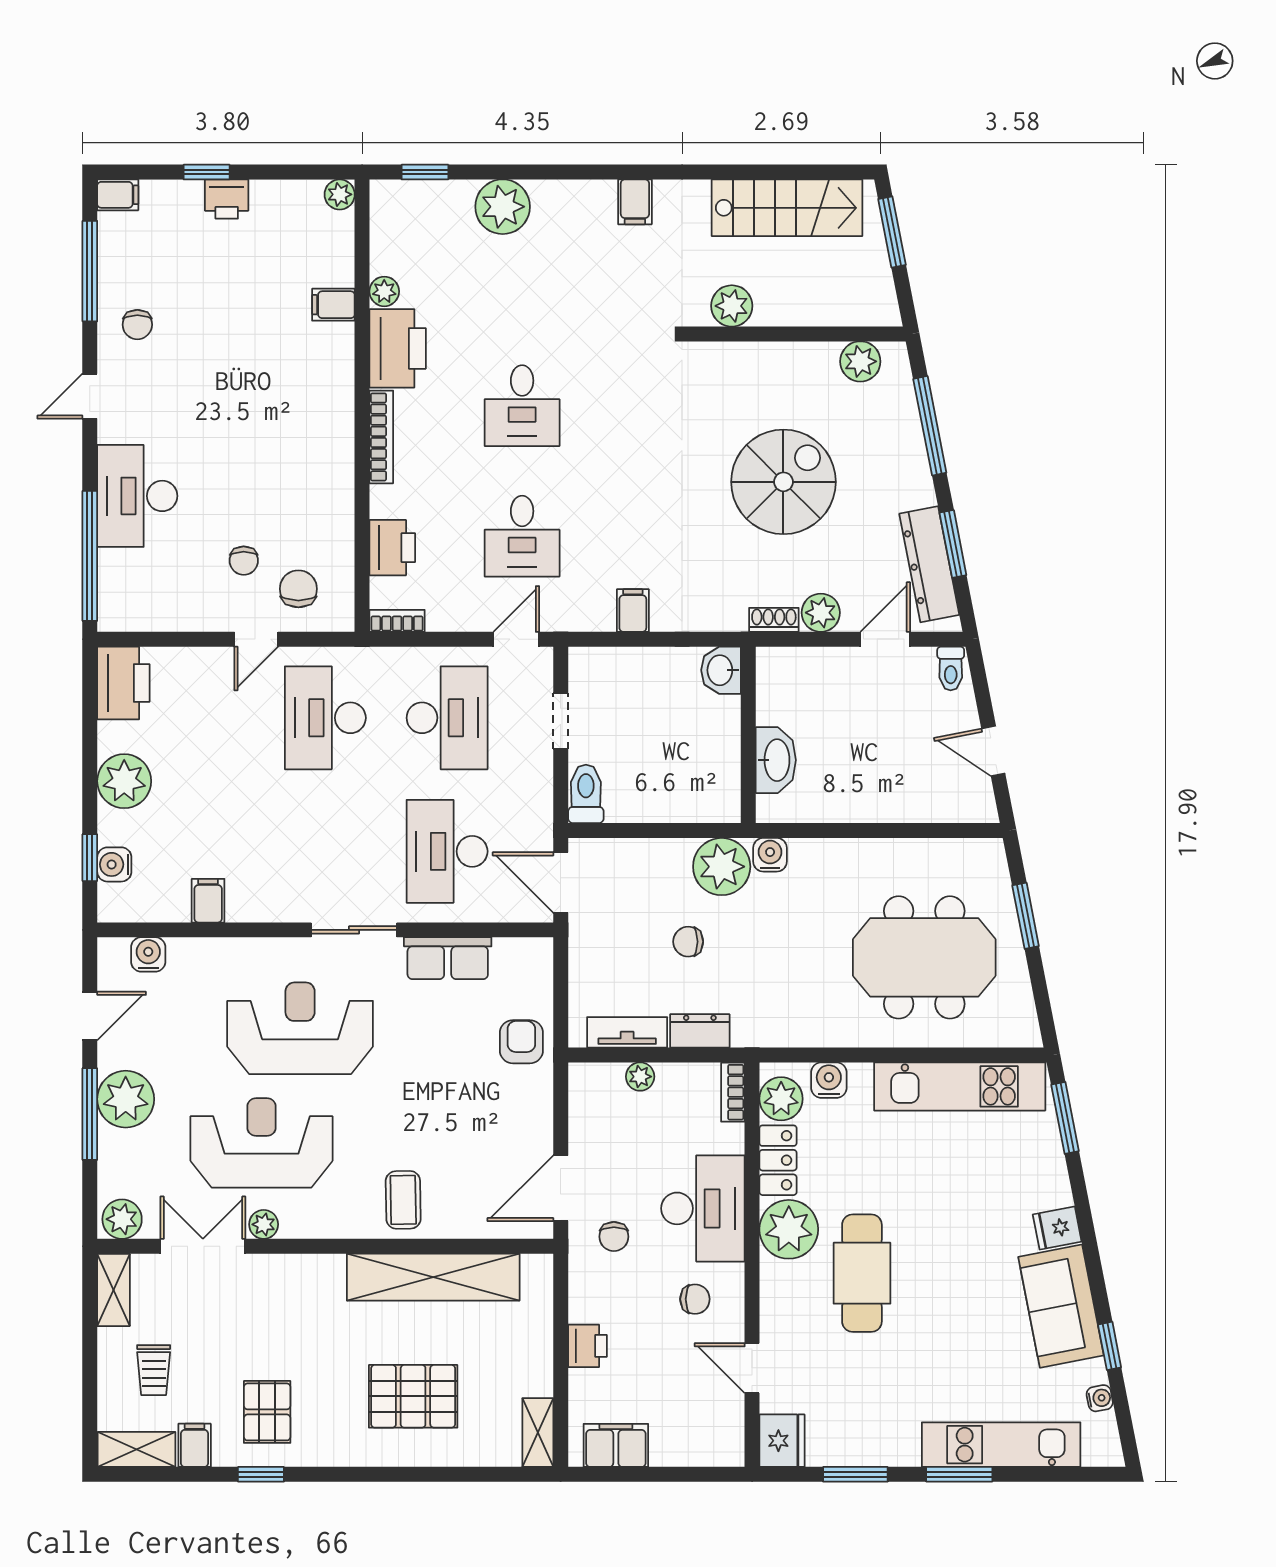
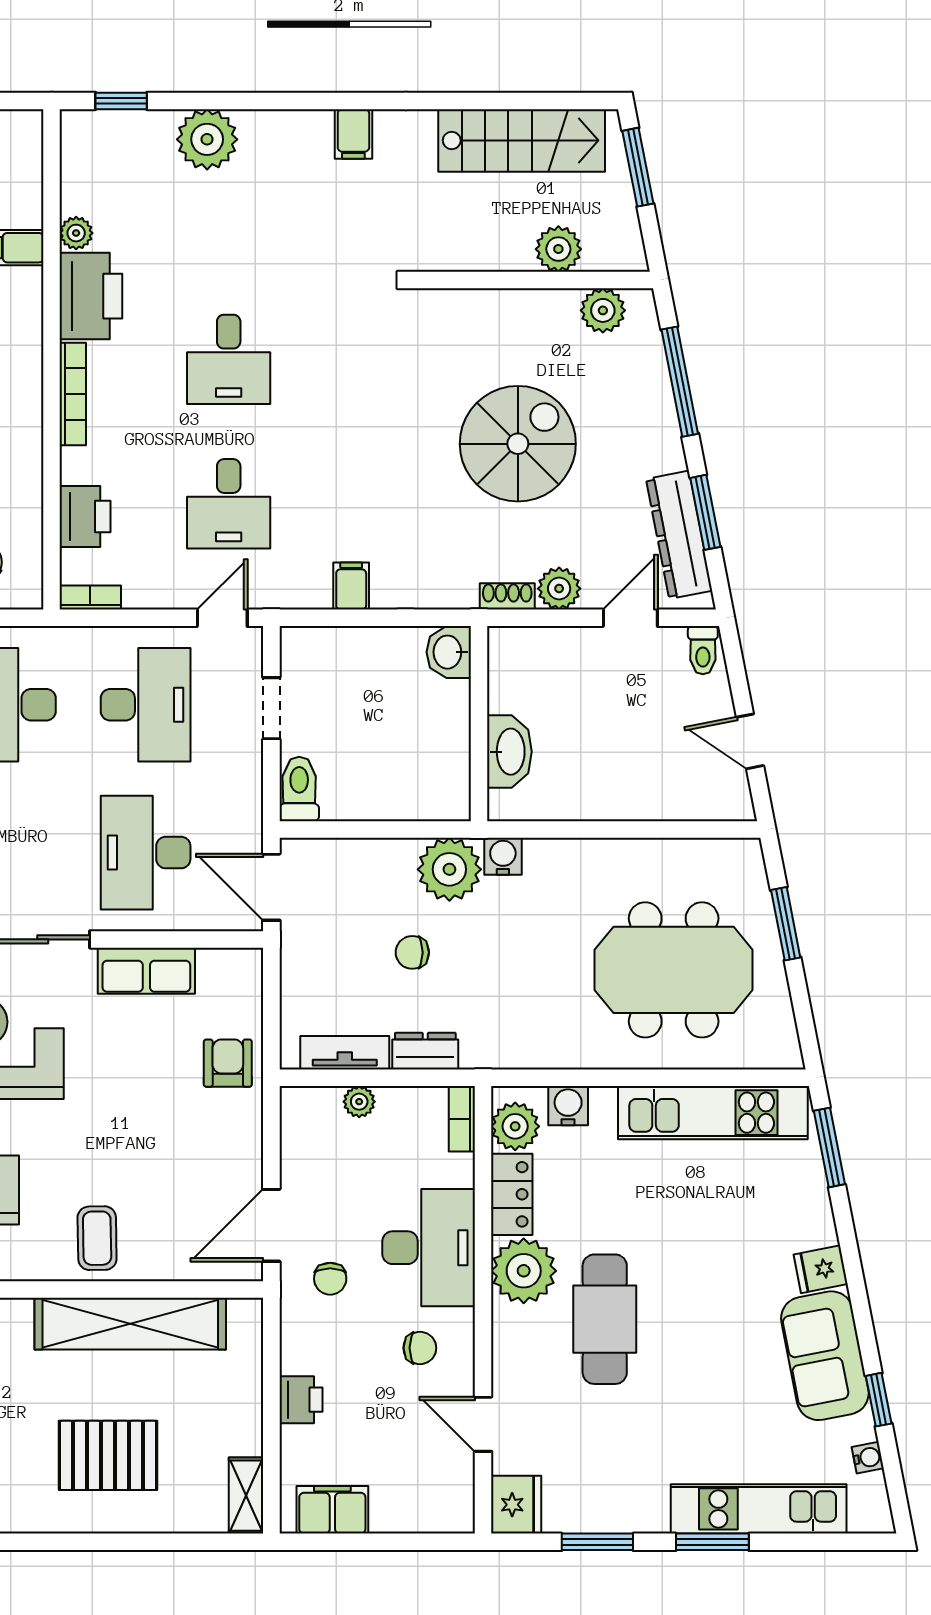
plant: (340, 194) -> (27, 126), removed
plant: (732, 306) -> (558, 249), moved

